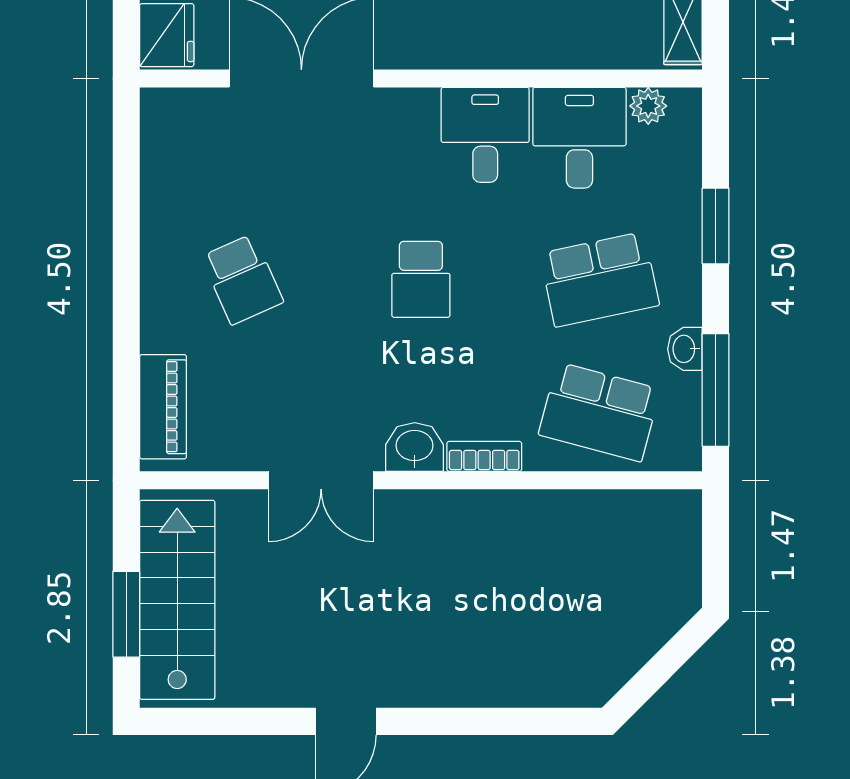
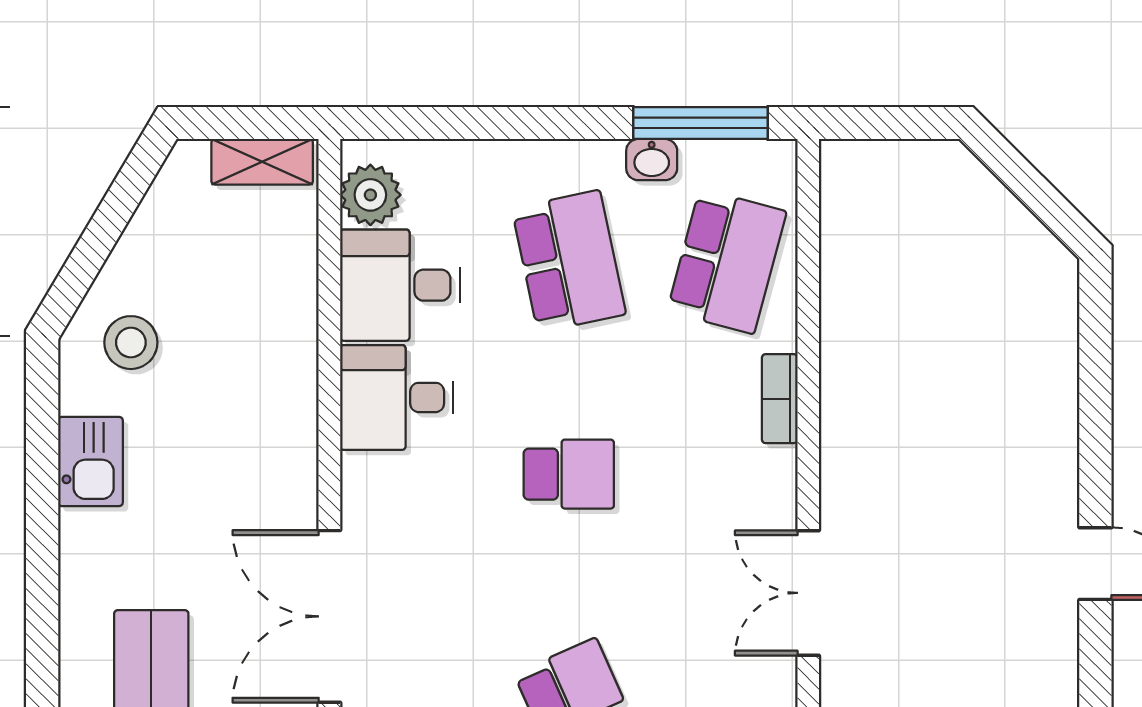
plant: (648, 106) -> (370, 195), width x1.38, depth x1.38
window: (716, 226) -> (505, 123), removed
washbasin: (415, 447) -> (769, 482), removed
double door: (321, 480) -> (808, 593), swing flipped

